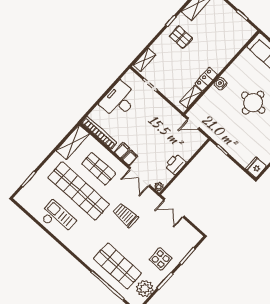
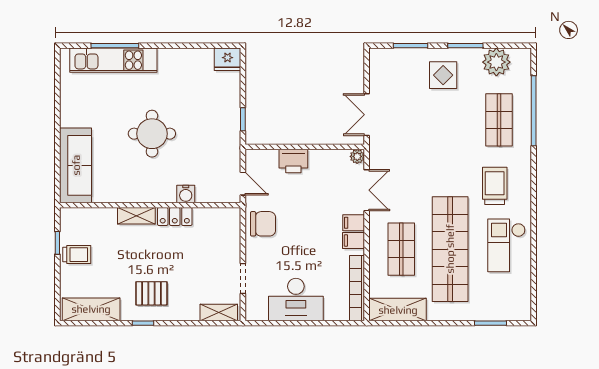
trolley: (229, 19) -> (77, 255), added
pallet: (181, 37) -> (151, 293), turned 90
water cooler: (221, 84) -> (186, 194), moved
shelving: (191, 97) -> (136, 216), moved
chair: (167, 116) -> (263, 224), added
printer: (175, 164) -> (293, 161), moved
double door: (174, 208) -> (367, 115), swing flipped
trolley: (125, 215) -> (495, 186), moved, turned 180
shop shelf: (117, 266) -> (499, 120), width x0.70, depth x0.74

